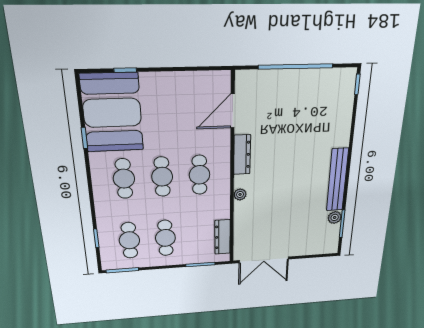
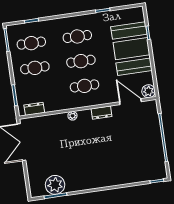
plant: (220, 81) -> (149, 91), added
booth: (112, 113) -> (131, 49), moved, turned 90
dresser: (242, 155) -> (101, 113), width x0.70
bench: (337, 180) -> (89, 184), removed
plant: (335, 217) -> (55, 185), width x1.87, depth x1.87
dresser: (223, 237) -> (34, 109), width x0.70

